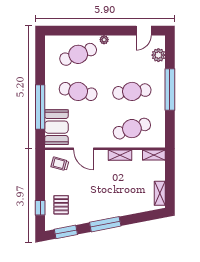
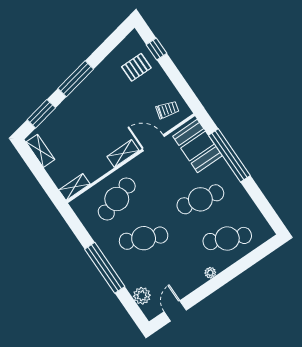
cafe table: (78, 54) -> (227, 238), turned 45
cafe table: (132, 91) -> (144, 238), turned 30
shelving: (120, 155) -> (123, 153), moved
pallet: (61, 205) -> (136, 67), turned 90
window: (66, 232) -> (41, 114), moved

